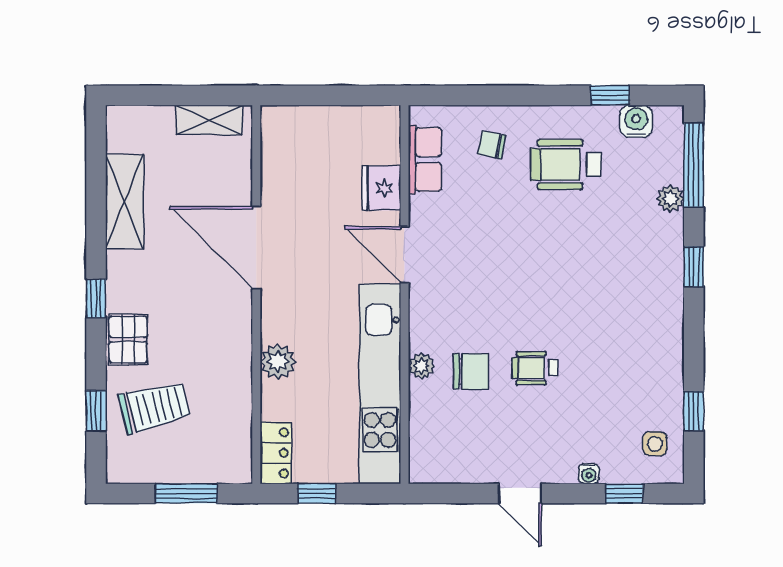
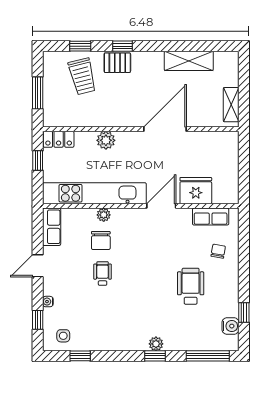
wheelchair: (566, 165) -> (191, 286), moved
fridge: (381, 188) -> (196, 191), width x1.36, depth x1.34
plant: (670, 198) -> (156, 344), moved
window: (96, 298) -> (123, 46), moved
row of seats: (445, 466) -> (52, 227), added

